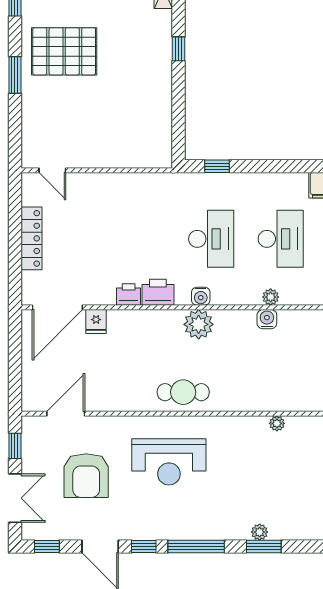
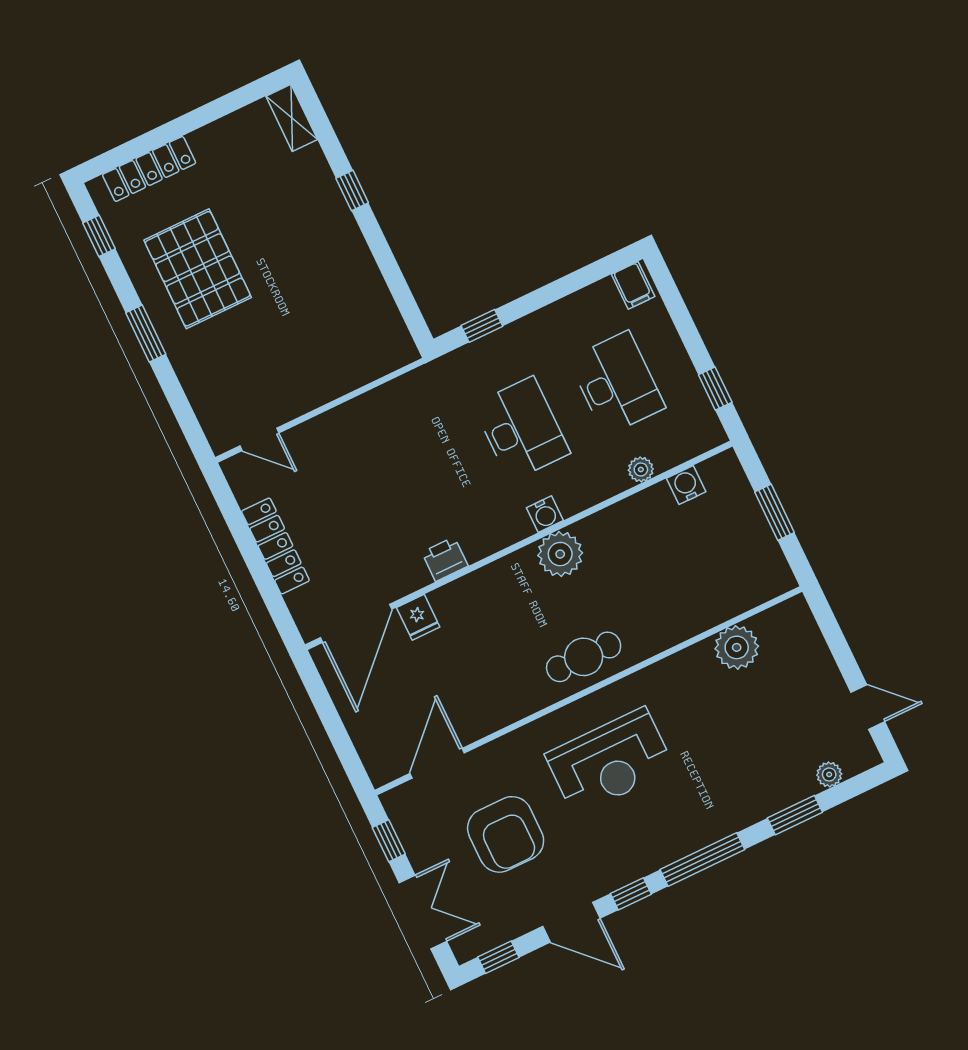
pallet: (64, 51) -> (198, 269), turned 90
printer: (158, 292) -> (484, 537), removed
water cooler: (267, 319) -> (686, 485), moved
plant: (277, 423) -> (737, 647), width x1.87, depth x1.87
plant: (260, 532) -> (829, 774), moved

